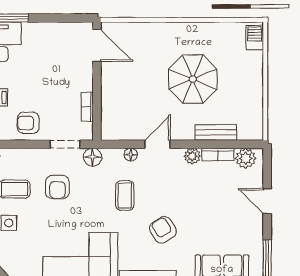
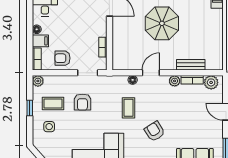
parasol: (193, 79) -> (162, 23), moved
floor lamp: (93, 157) -> (106, 82), removed

